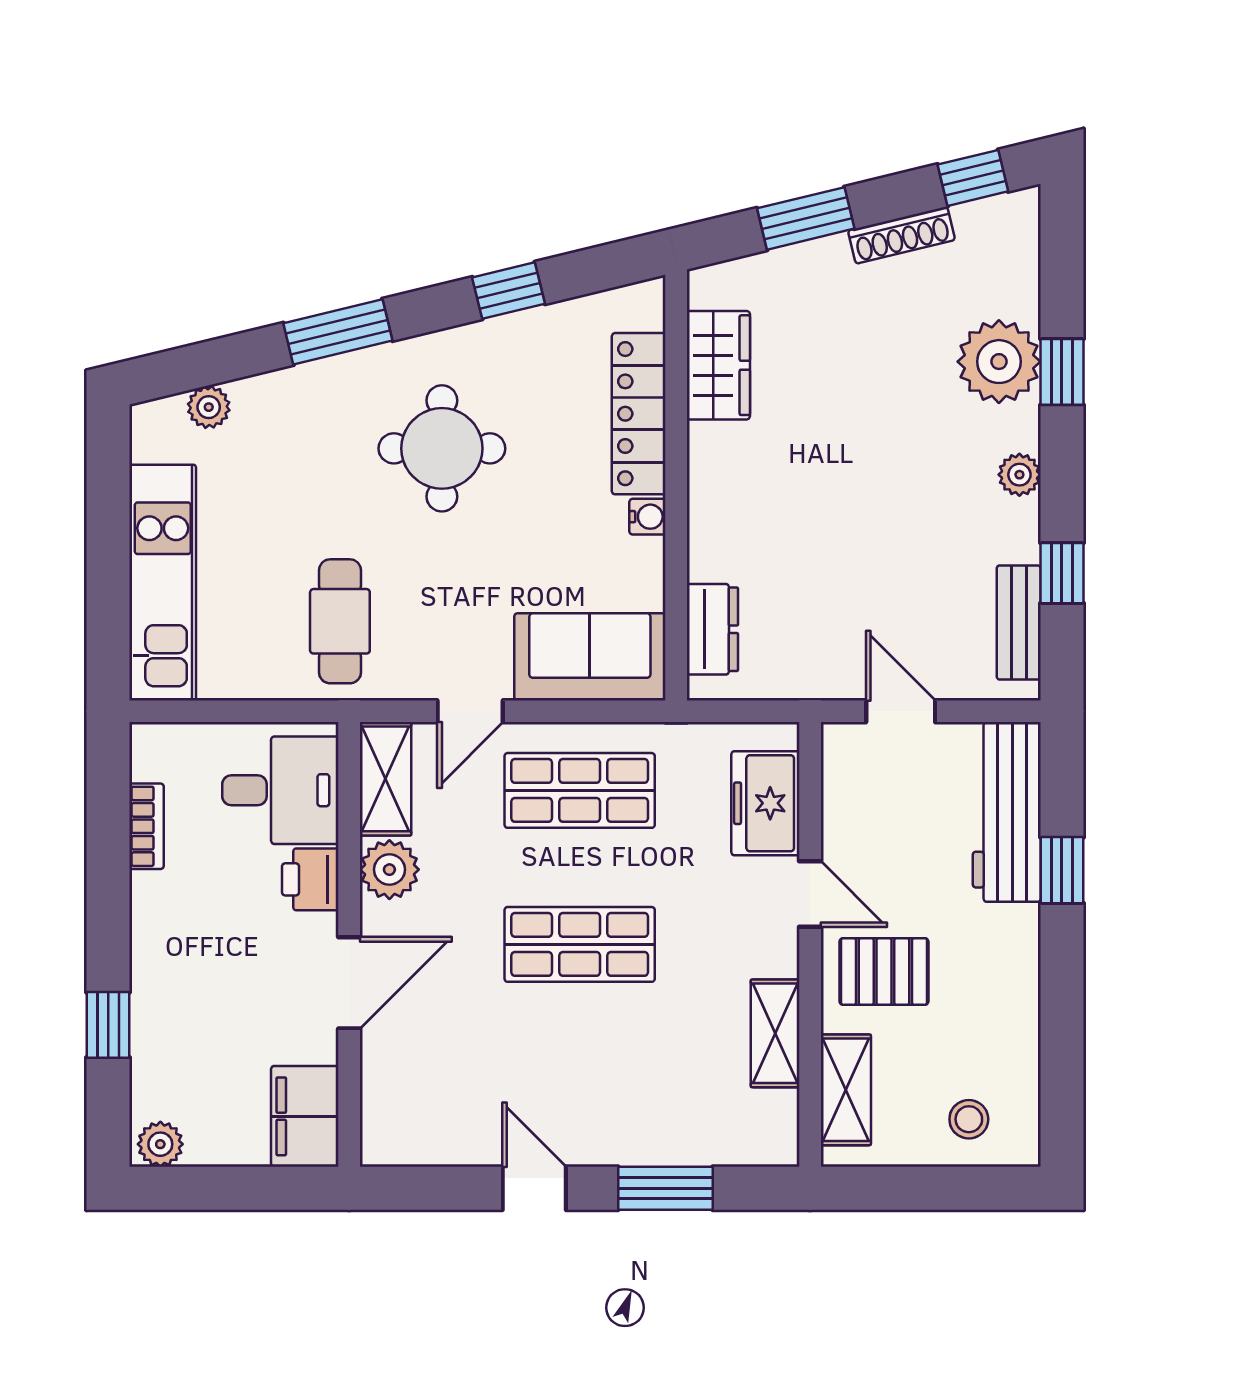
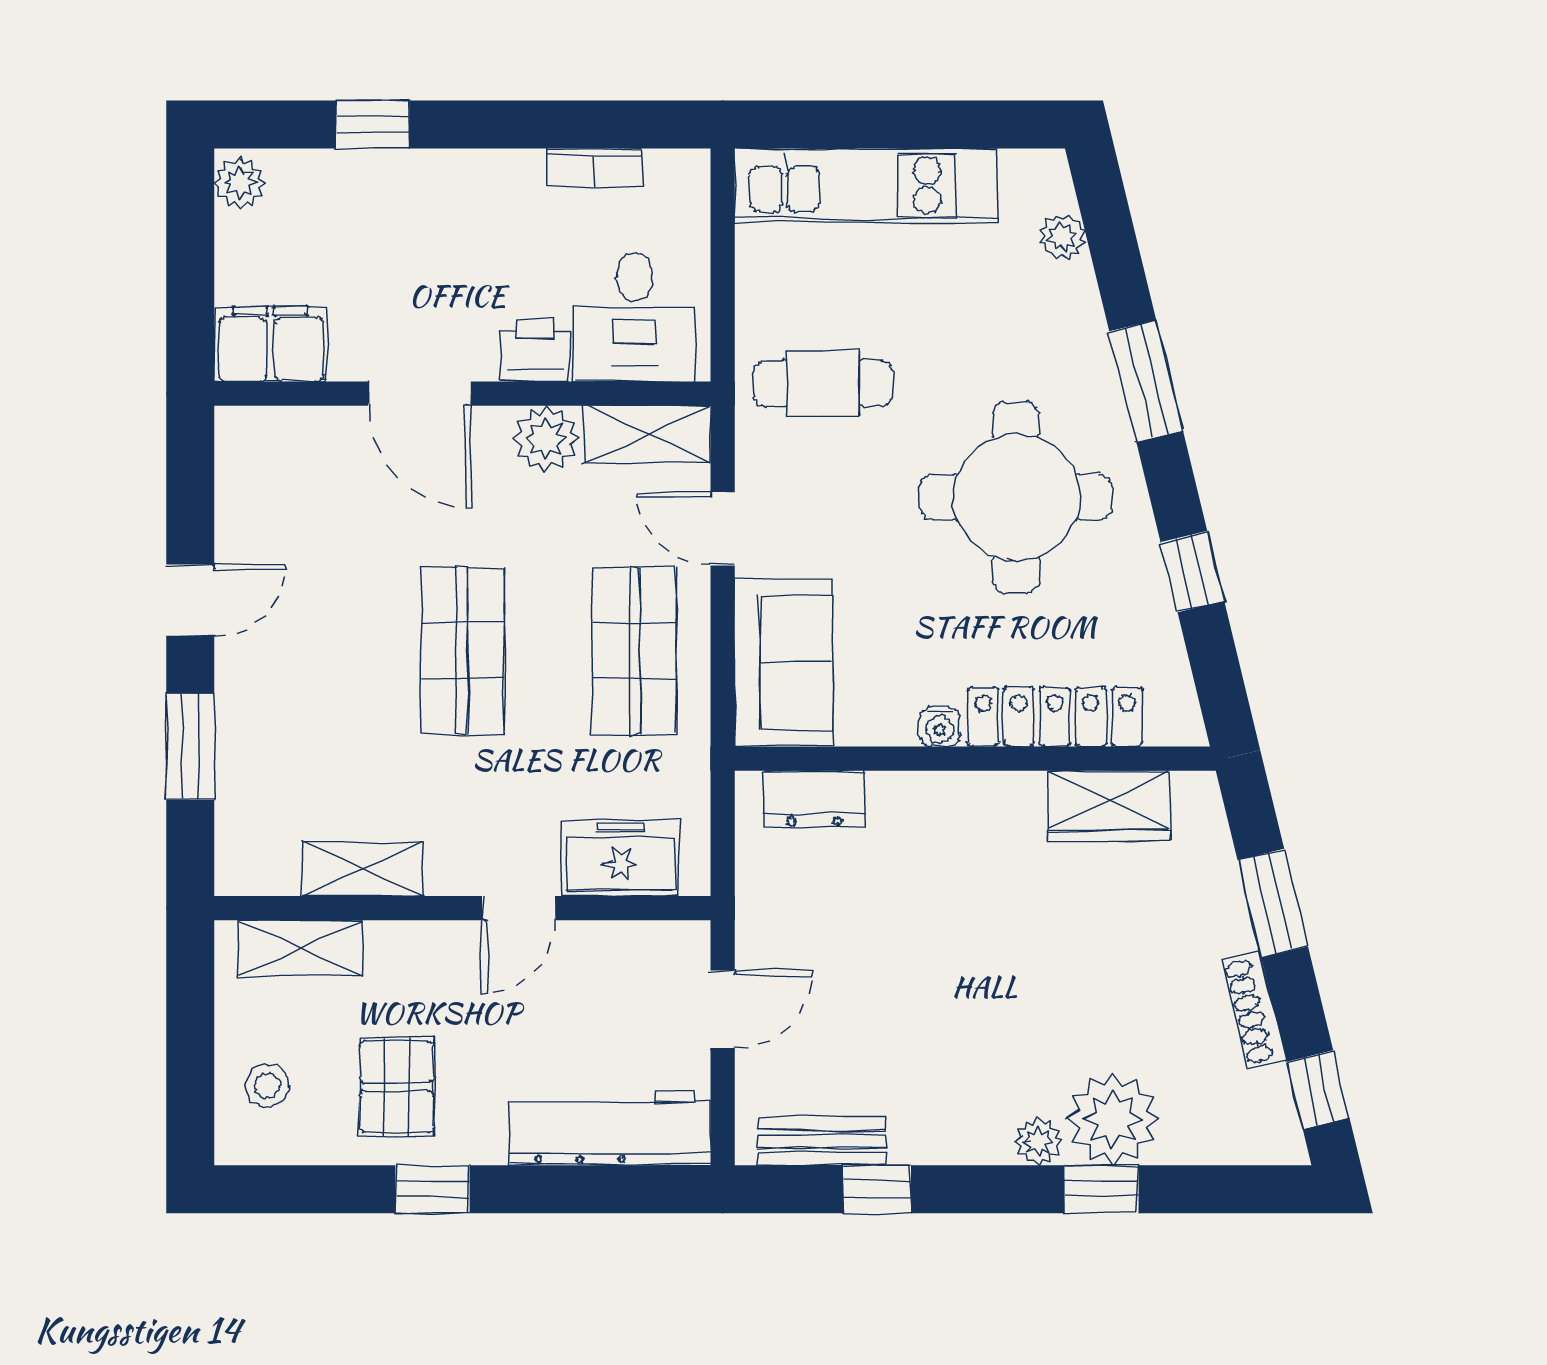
round table: (442, 448) -> (1016, 497), width x1.36, depth x1.36
plant: (1019, 475) -> (1038, 1142), moved
window: (1062, 870) -> (432, 1189), moved
pallet: (884, 971) -> (397, 1087), moved

